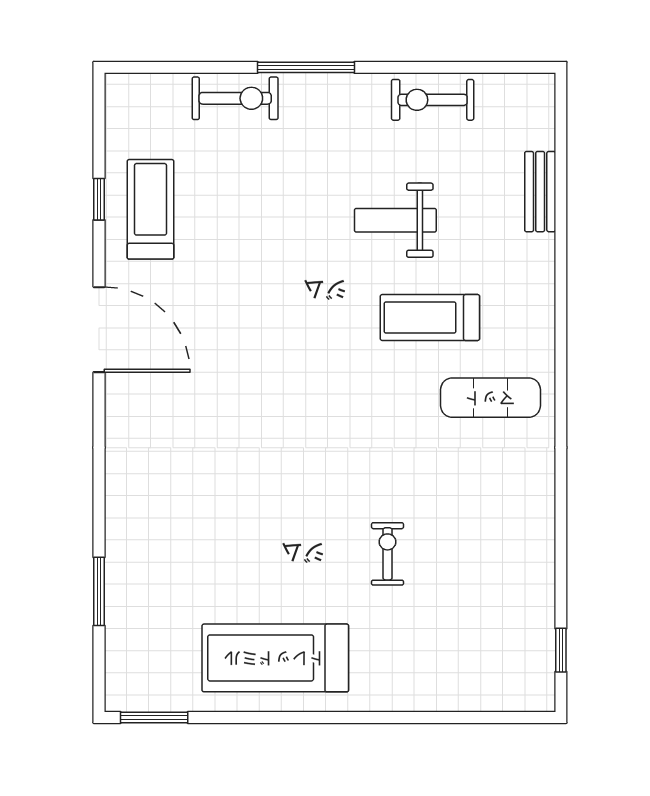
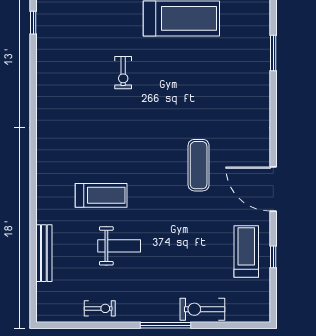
exercise bike: (433, 100) -> (100, 308), width x0.73, depth x0.72
bench: (540, 192) -> (44, 253), width x1.36
treadmill: (150, 209) -> (246, 252), turned 180
exercise mat: (490, 398) -> (199, 165), moved, turned 90

